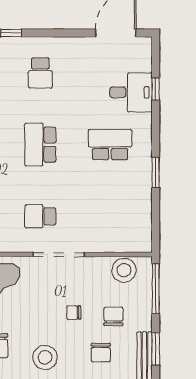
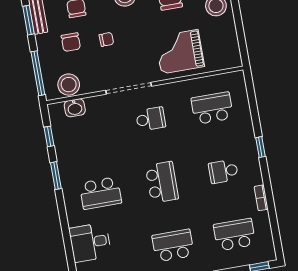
school desk: (40, 73) -> (173, 245), width x1.85
window: (156, 89) -> (49, 136), moved
washbasin: (122, 243) -> (75, 108), added

